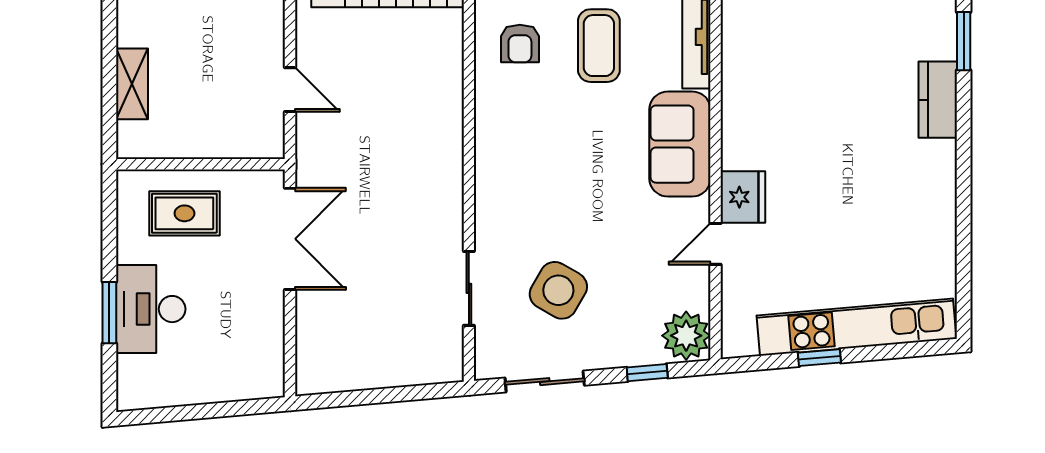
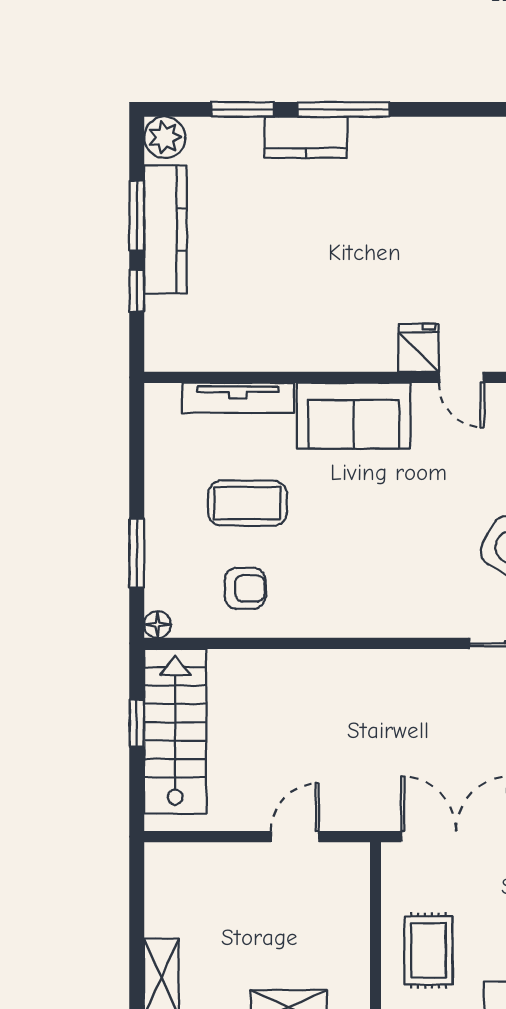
window: (964, 135) -> (343, 109), added
fridge: (743, 197) -> (419, 348), width x0.72

